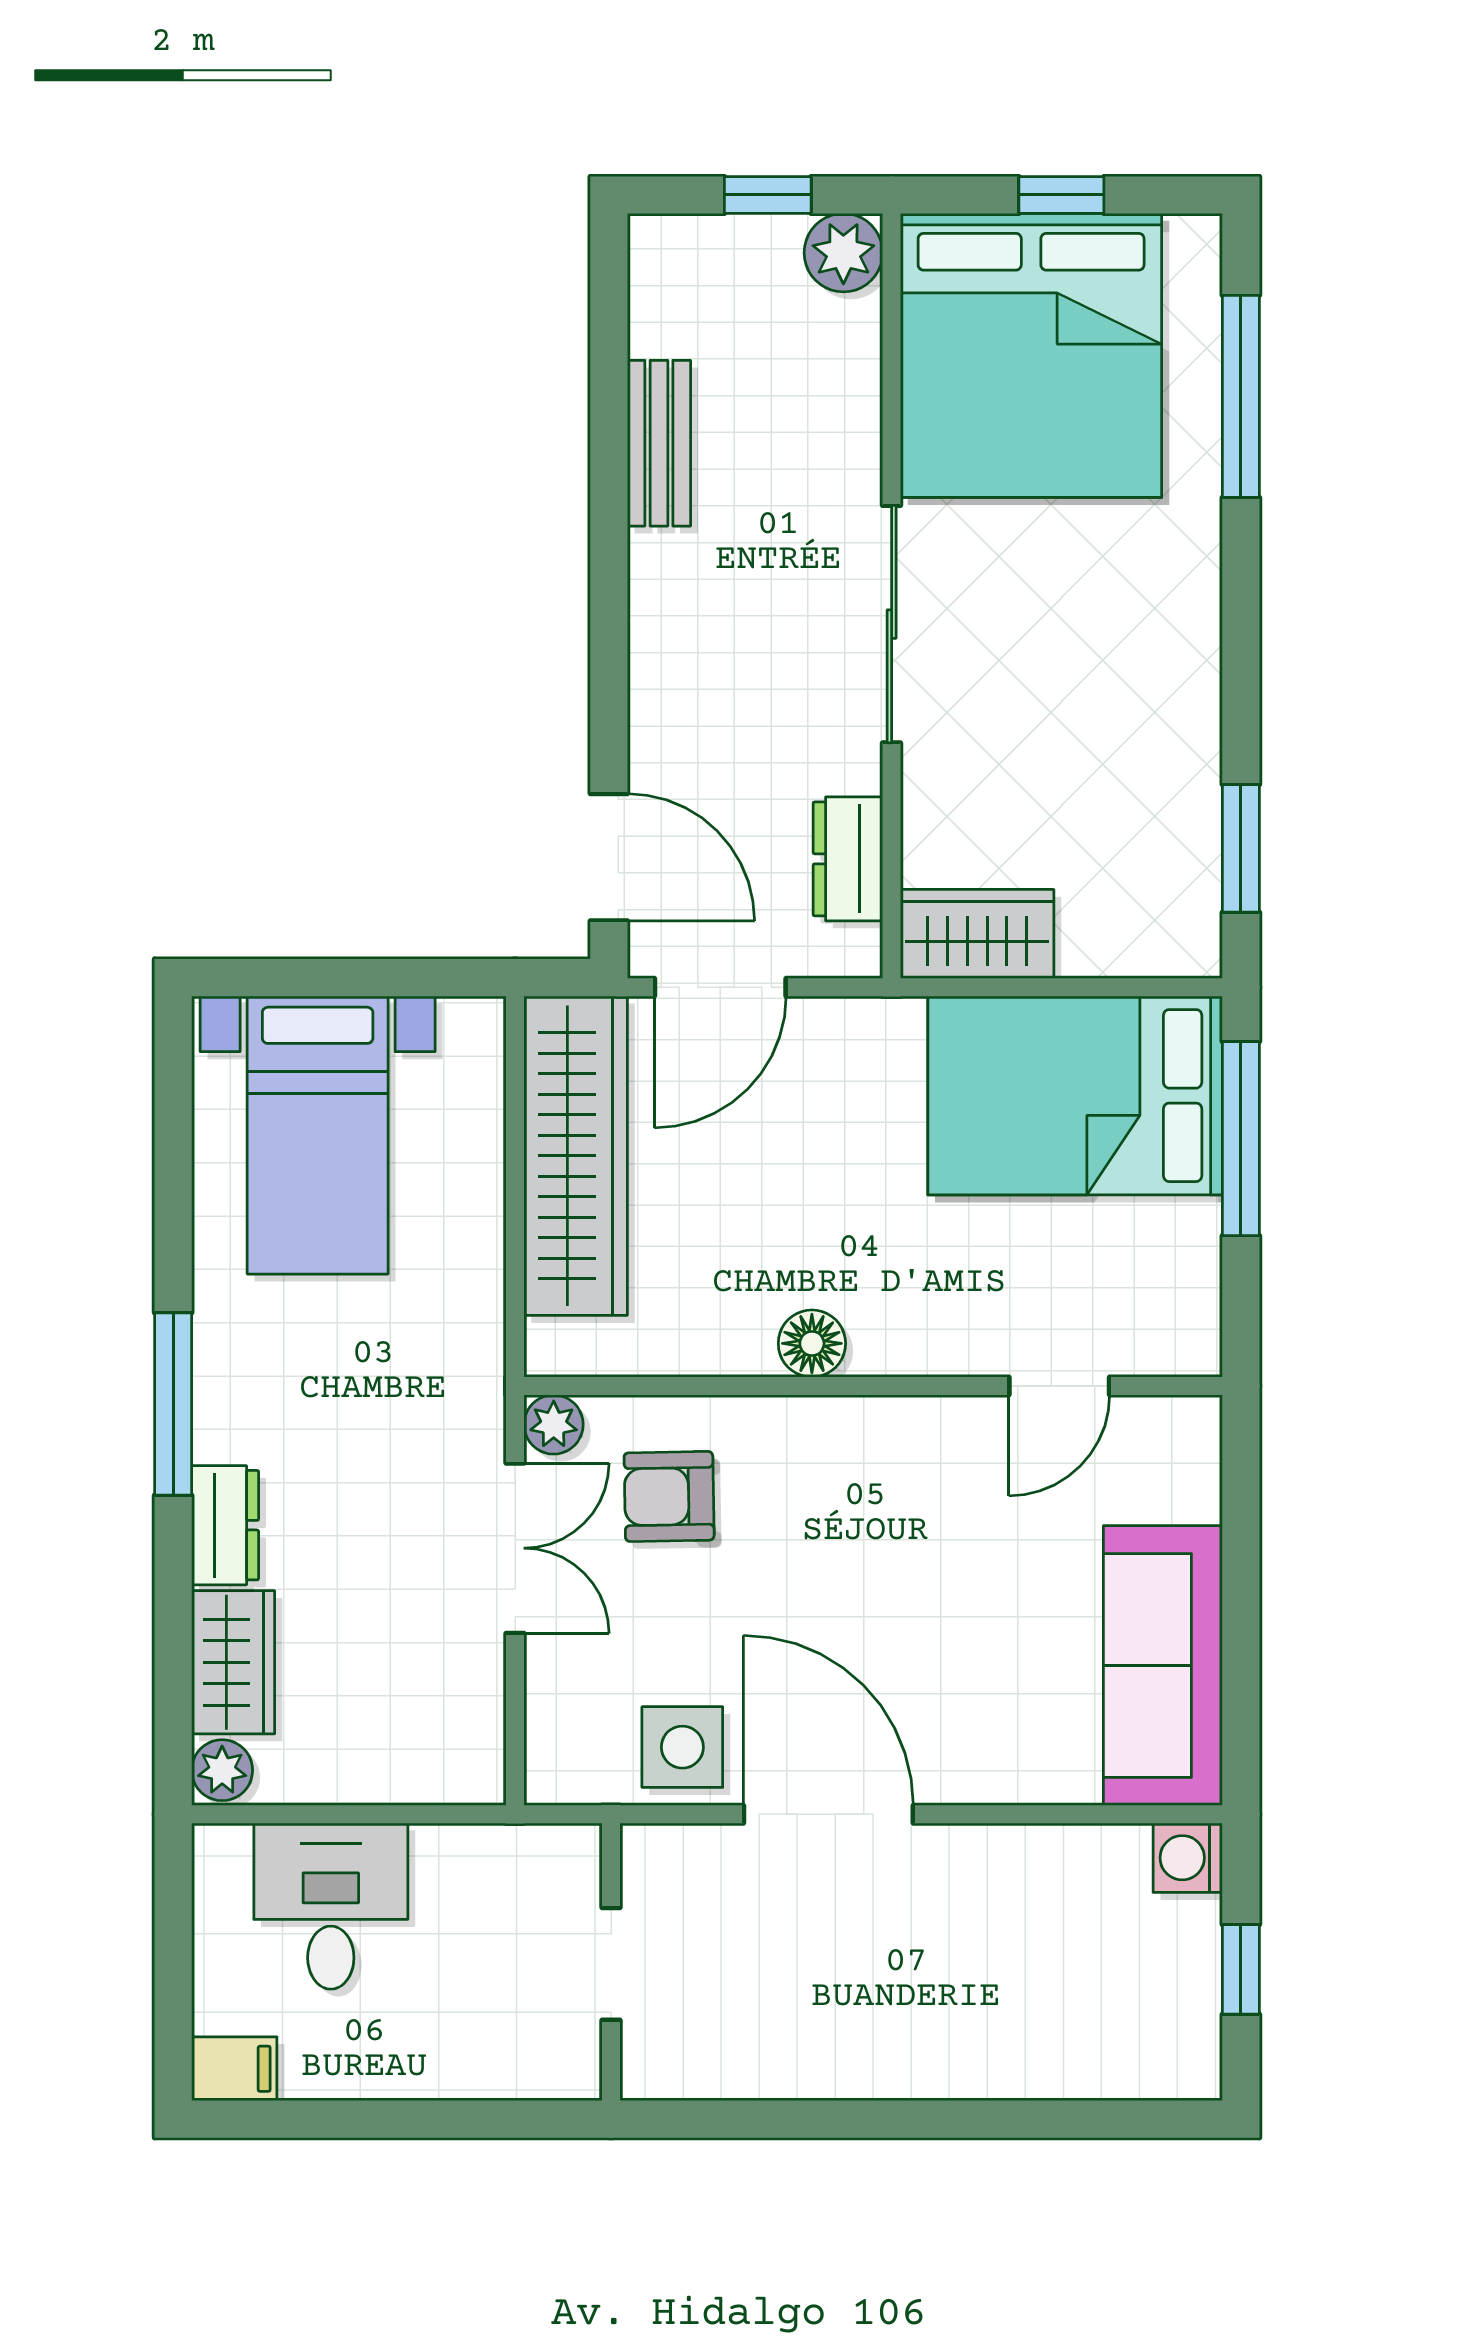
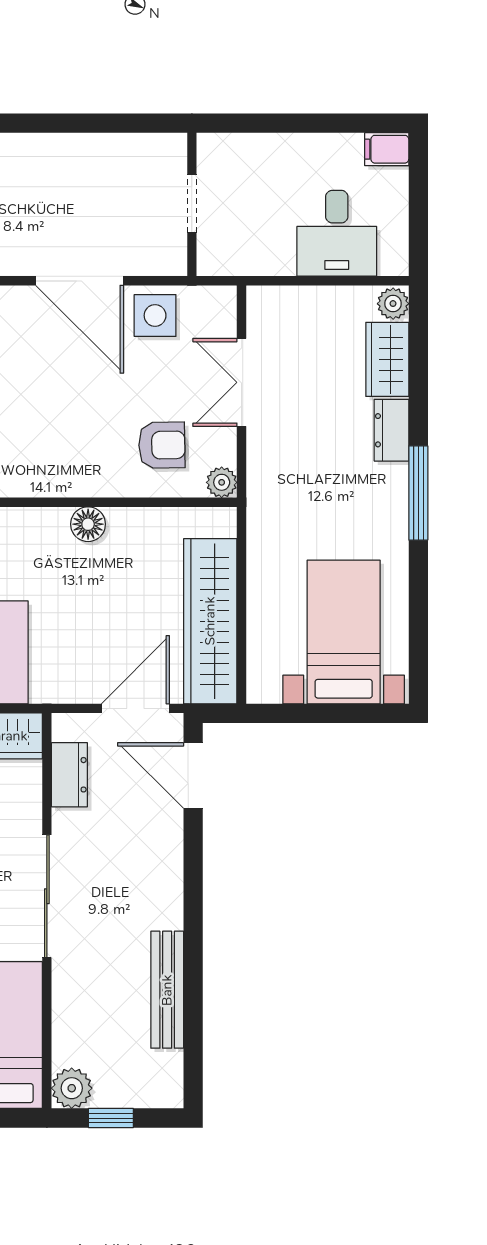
bench: (659, 443) -> (167, 990), width x1.36
double door: (515, 1548) -> (242, 382), moved

